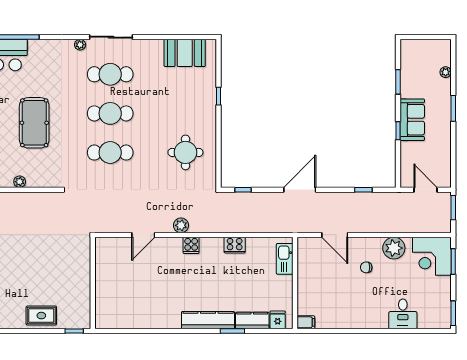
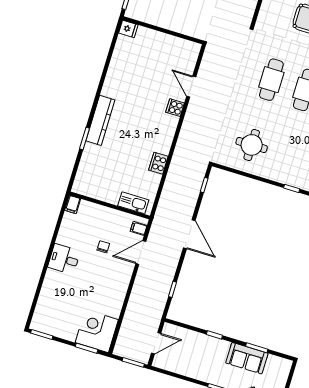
sofa: (412, 120) -> (247, 358), moved
plant: (181, 225) -> (190, 122), removed
cooker: (191, 245) -> (175, 108), moved
filing cabinet: (310, 245) -> (139, 228), added
plant: (394, 248) -> (114, 300), removed
chair: (366, 267) -> (103, 247), moved
desk: (403, 314) -> (64, 259), moved
fridge: (278, 320) -> (128, 29), moved
kitchen counter: (252, 321) -> (88, 159), removed

